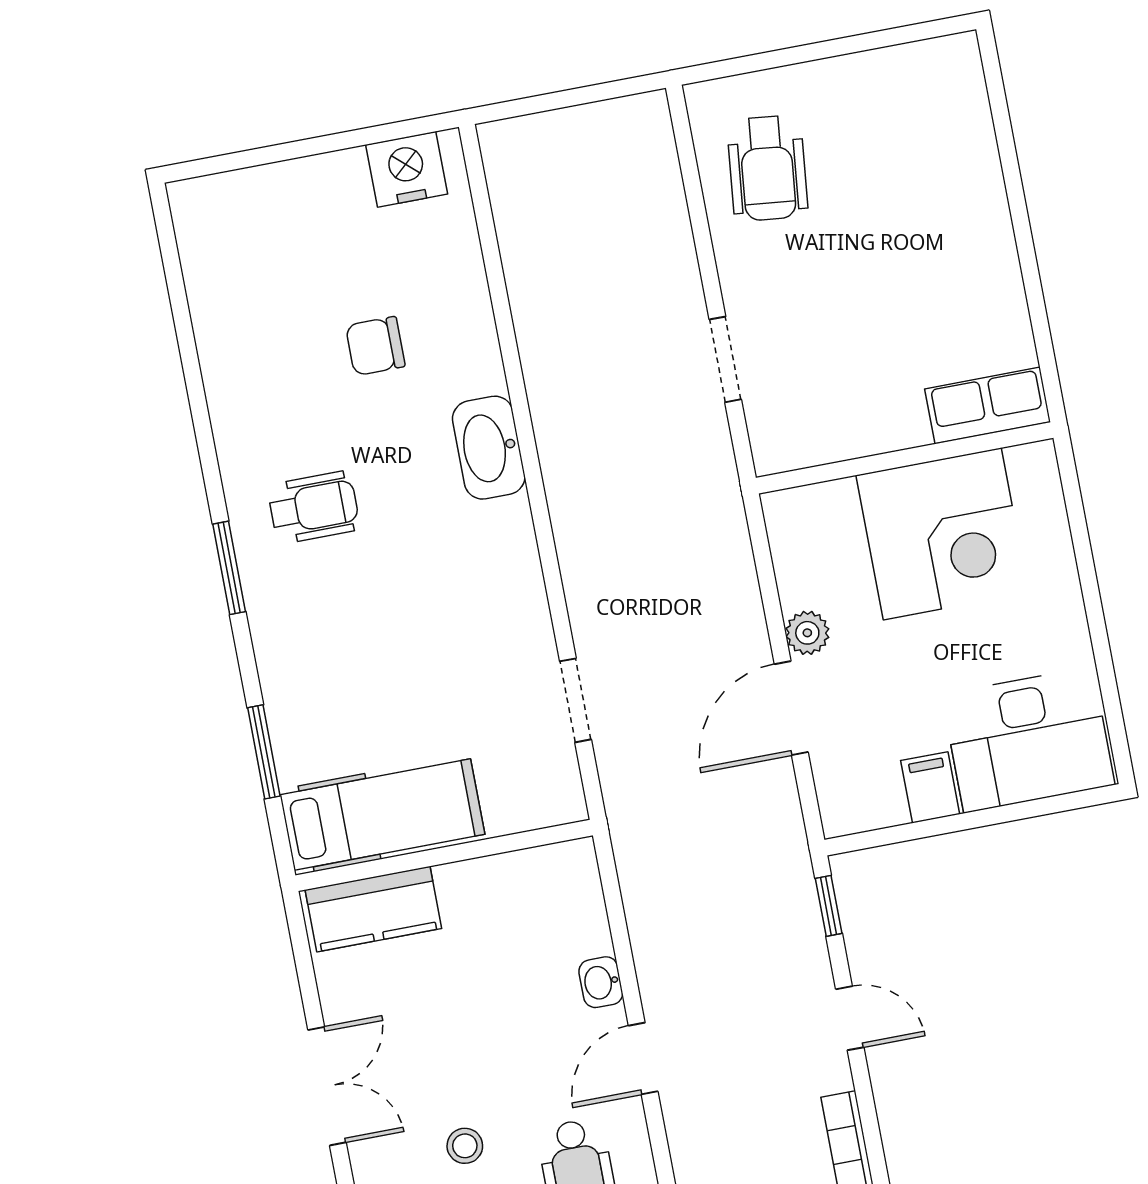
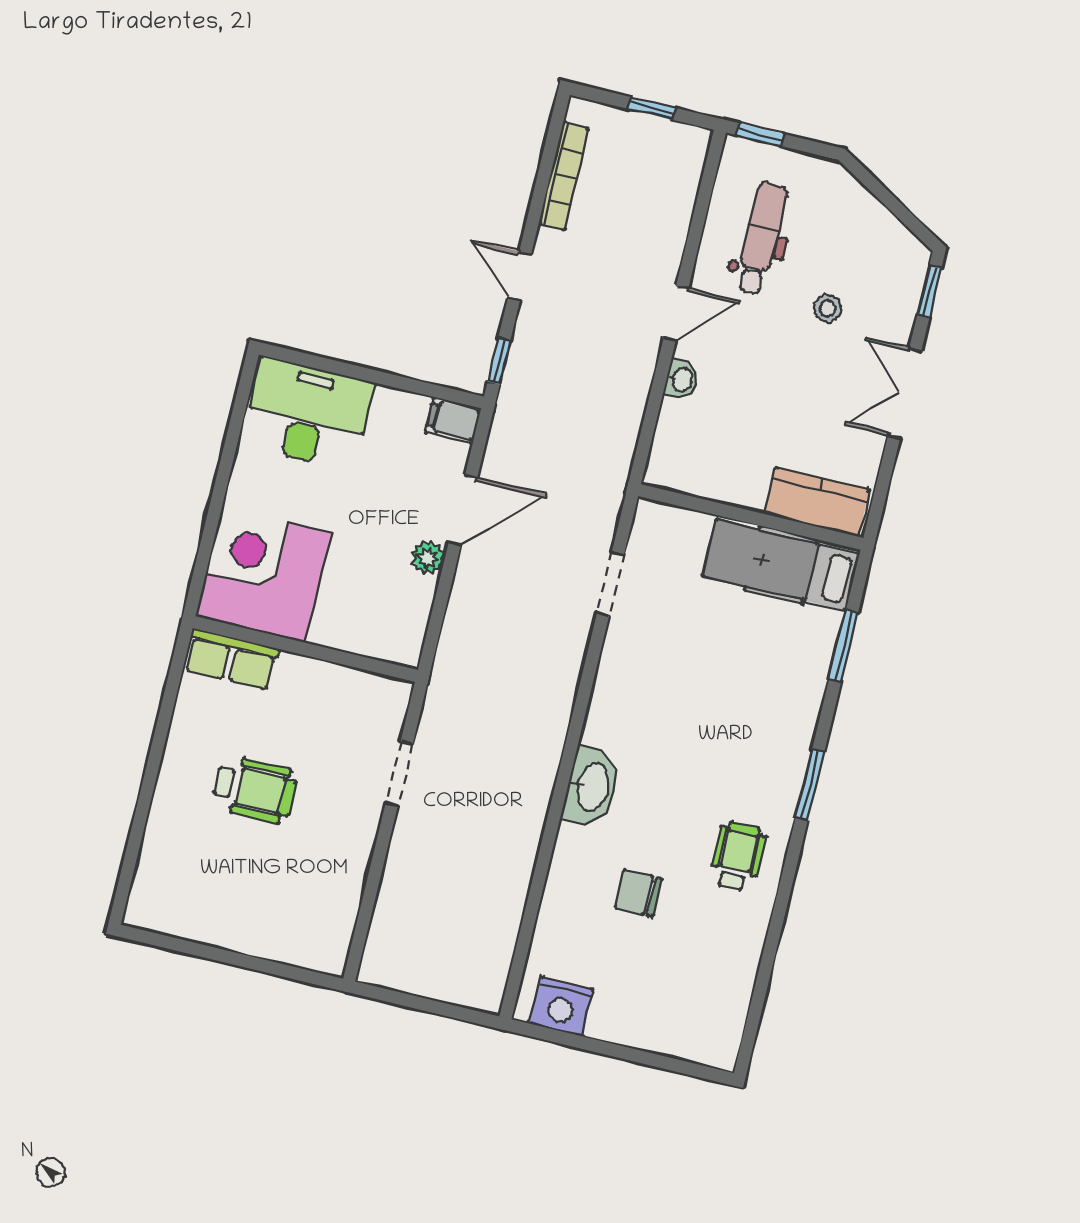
wheelchair: (767, 168) -> (254, 789), moved, turned 84
chair: (375, 346) -> (639, 893), turned 180
wheelchair: (314, 507) -> (738, 856), moved, turned 90
corner desk: (942, 534) -> (263, 575), moved
filing cabinet: (930, 787) -> (453, 420), moved, turned 90

